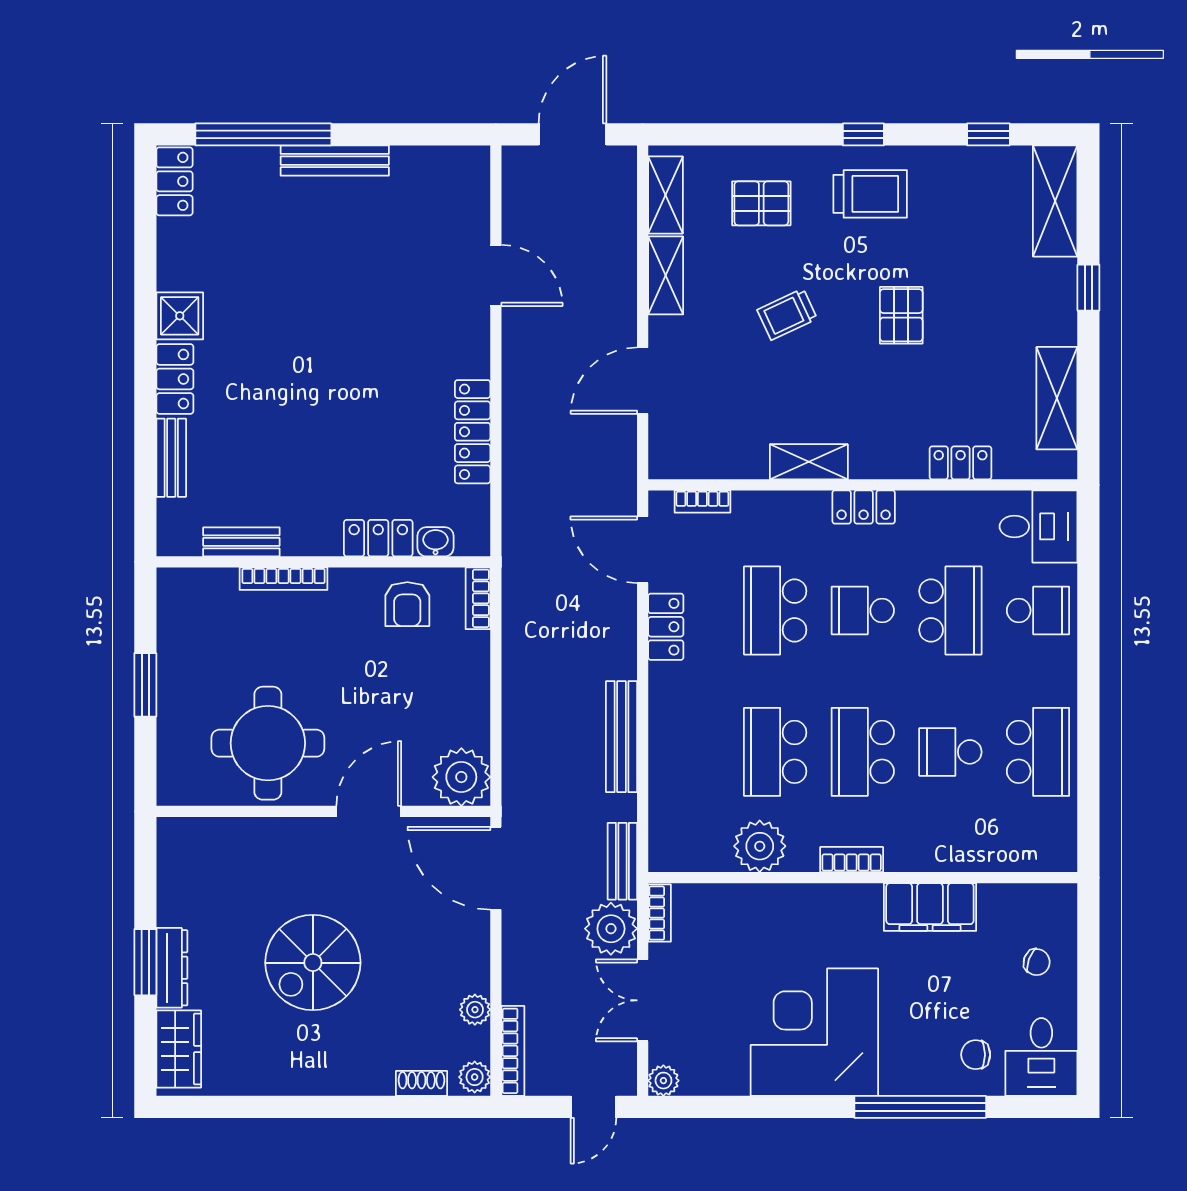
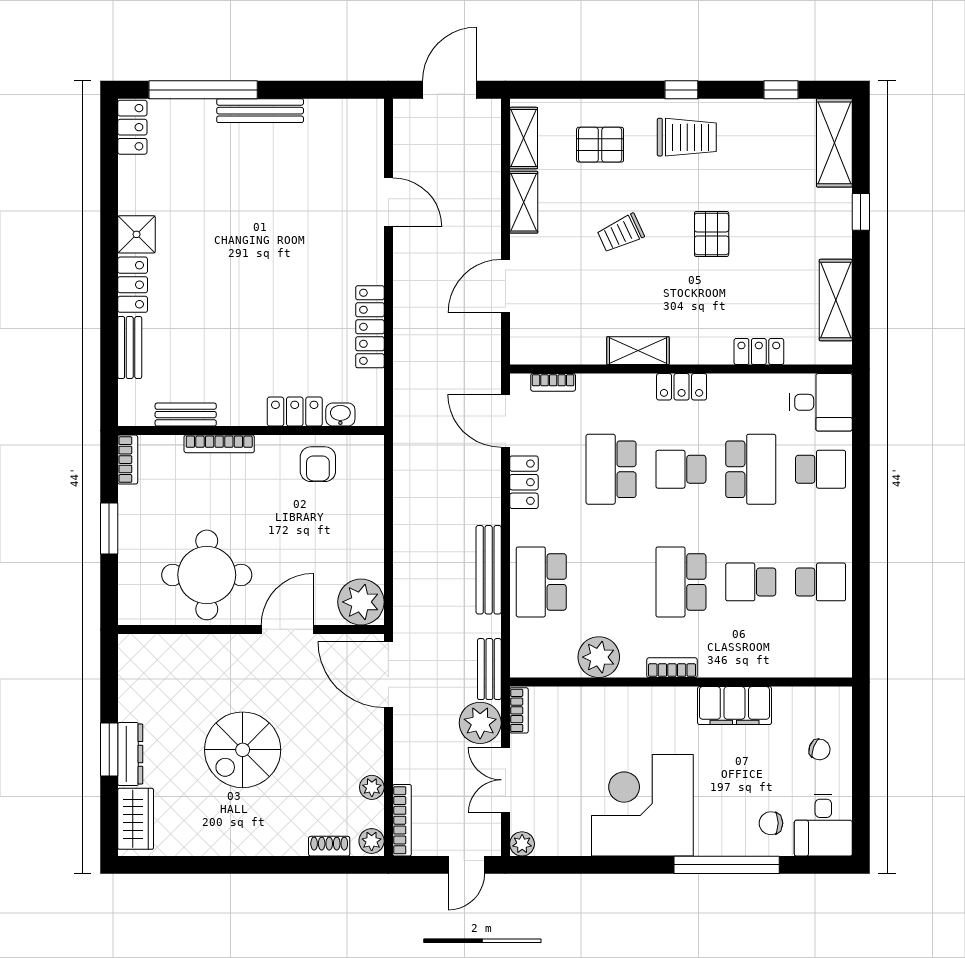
bookcase: (478, 598) -> (128, 460), moved, turned 180
school desk: (775, 752) -> (541, 582), moved
school desk: (1038, 752) -> (821, 582), width x0.54

